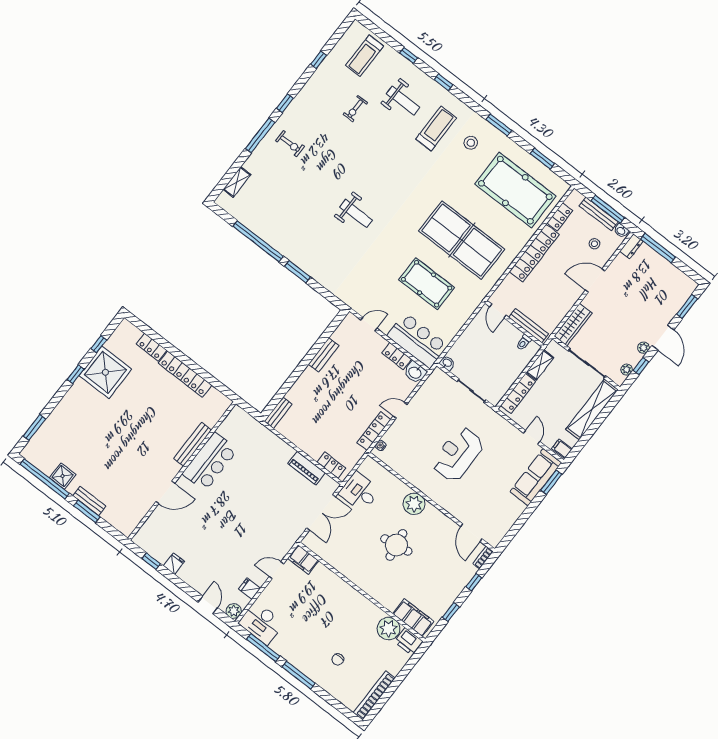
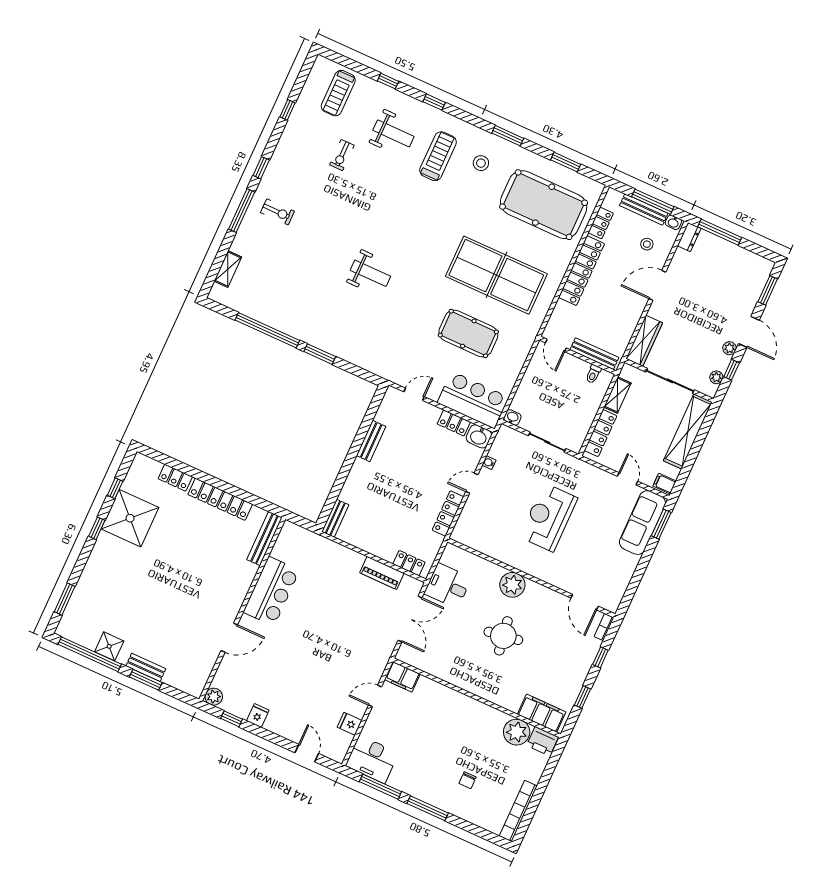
bench: (193, 444) -> (264, 539), moved
water cooler: (381, 445) -> (489, 463), moved
plant: (234, 611) -> (214, 697), moved

